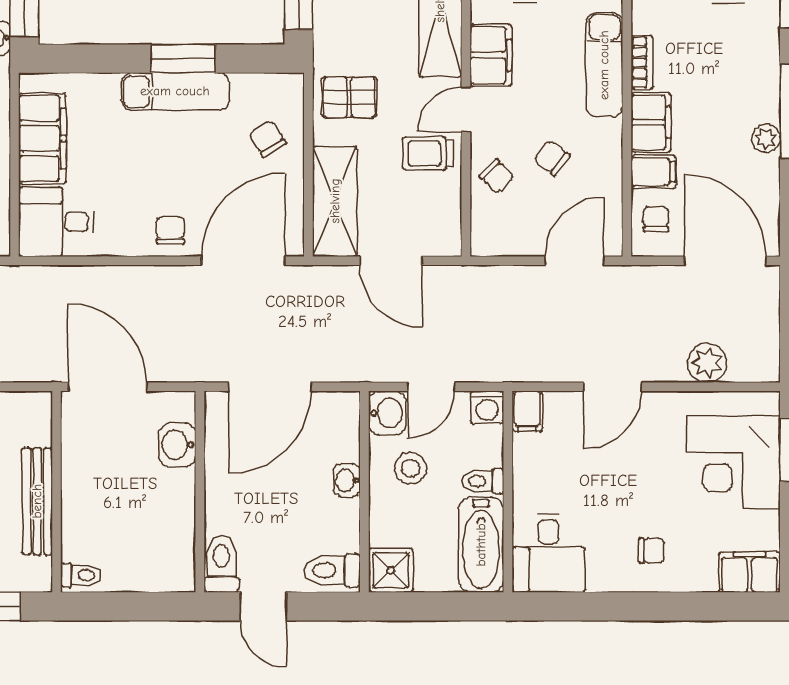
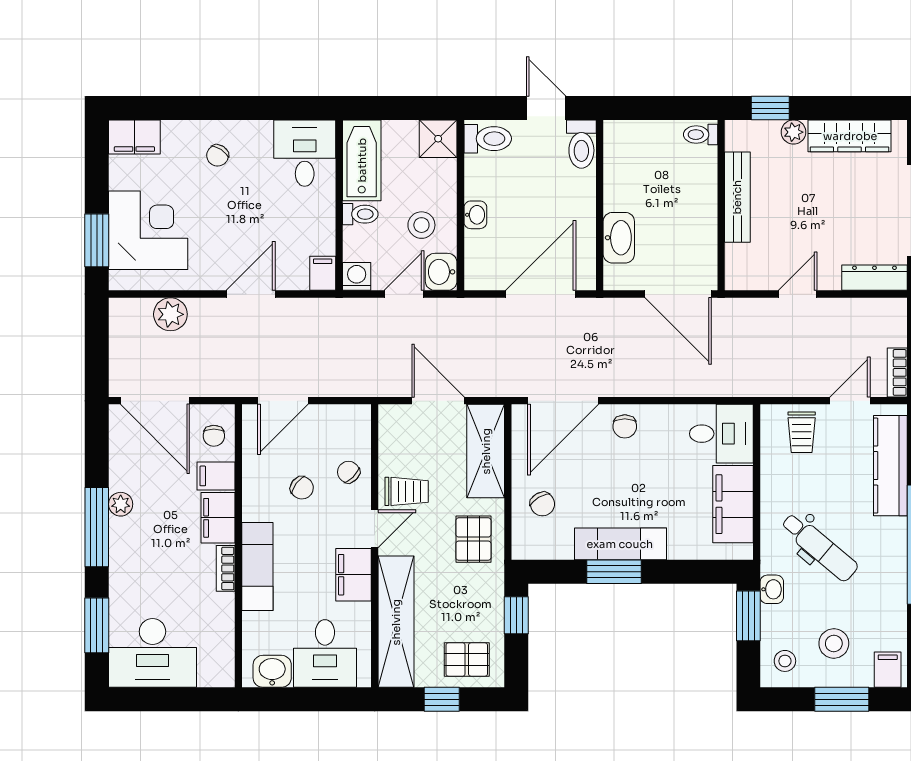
pallet: (349, 97) -> (473, 539), turned 90
washbasin: (177, 445) -> (619, 238), width x1.38
chair: (651, 550) -> (218, 155), turned -57

